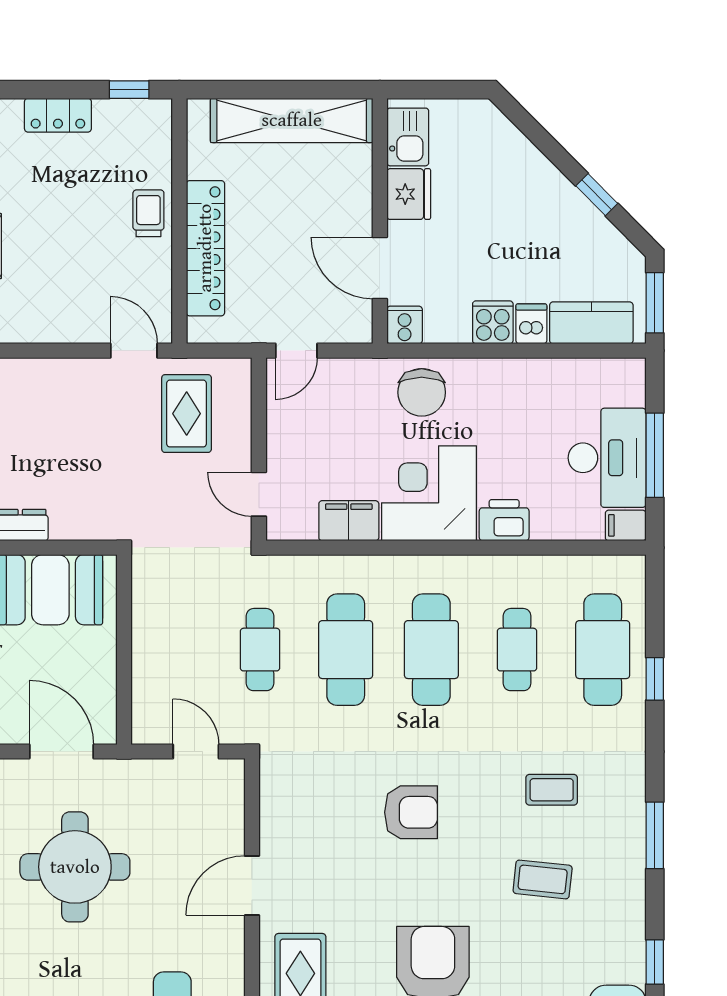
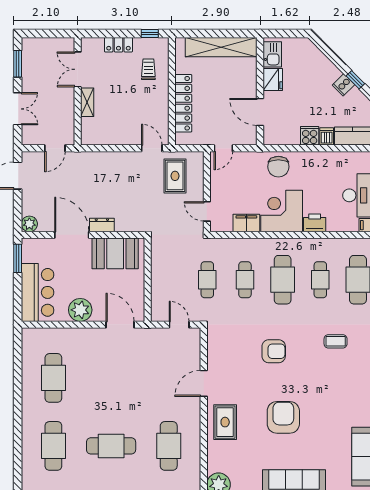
trolley: (148, 213) -> (148, 69), moved
cooker: (405, 325) -> (343, 85), moved, turned -135
cafe table: (346, 650) -> (245, 280), width x0.73, depth x0.74
round table: (75, 867) -> (126, 375), removed
coffee table: (543, 879) -> (332, 381), removed

